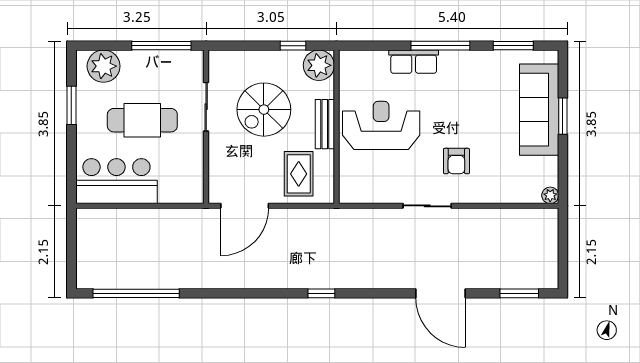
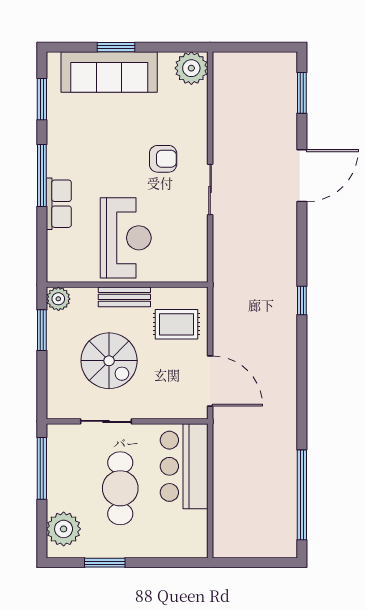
window: (293, 46) -> (42, 330), width x1.50
plant: (319, 65) -> (58, 299), width x0.73, depth x0.73
reception desk: (381, 125) -> (126, 238), turned 180
bar counter: (116, 181) -> (184, 466), moved
plant: (550, 195) -> (191, 68), width x1.88, depth x1.88

